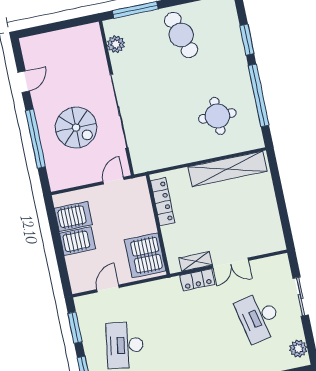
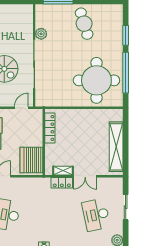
plant: (116, 44) -> (41, 34), moved
round table: (217, 116) -> (96, 80), width x1.86, depth x1.86
shelving: (227, 169) -> (116, 147), moved, turned 90

